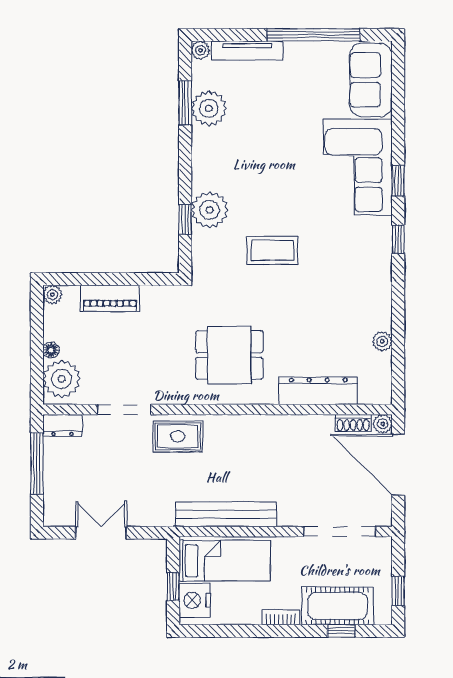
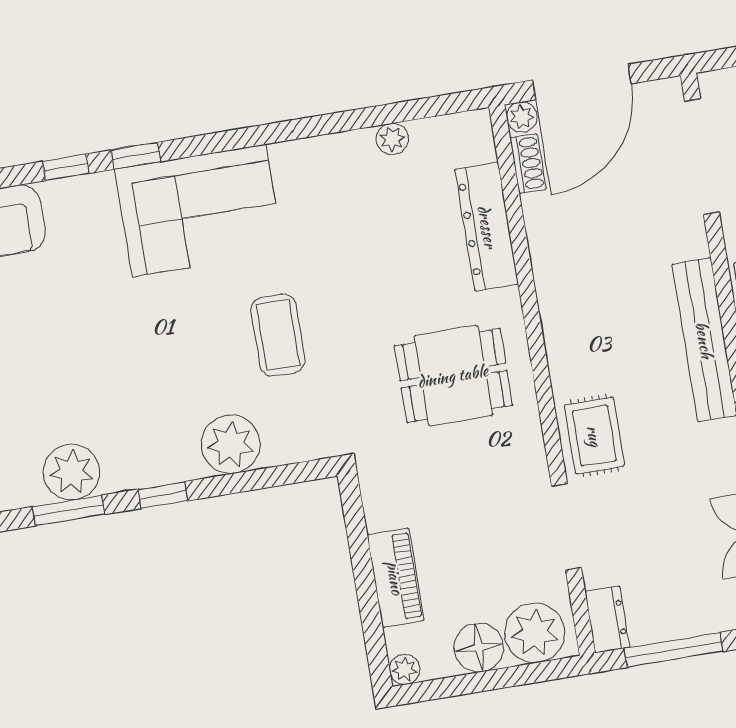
corner sofa: (358, 167) -> (199, 210), moved
window: (185, 219) -> (163, 495), moved
window: (398, 239) -> (66, 167), moved
floor lamp: (51, 350) -> (479, 647), width x1.89, depth x1.89
dining table: (229, 355) -> (453, 376), turned 90

